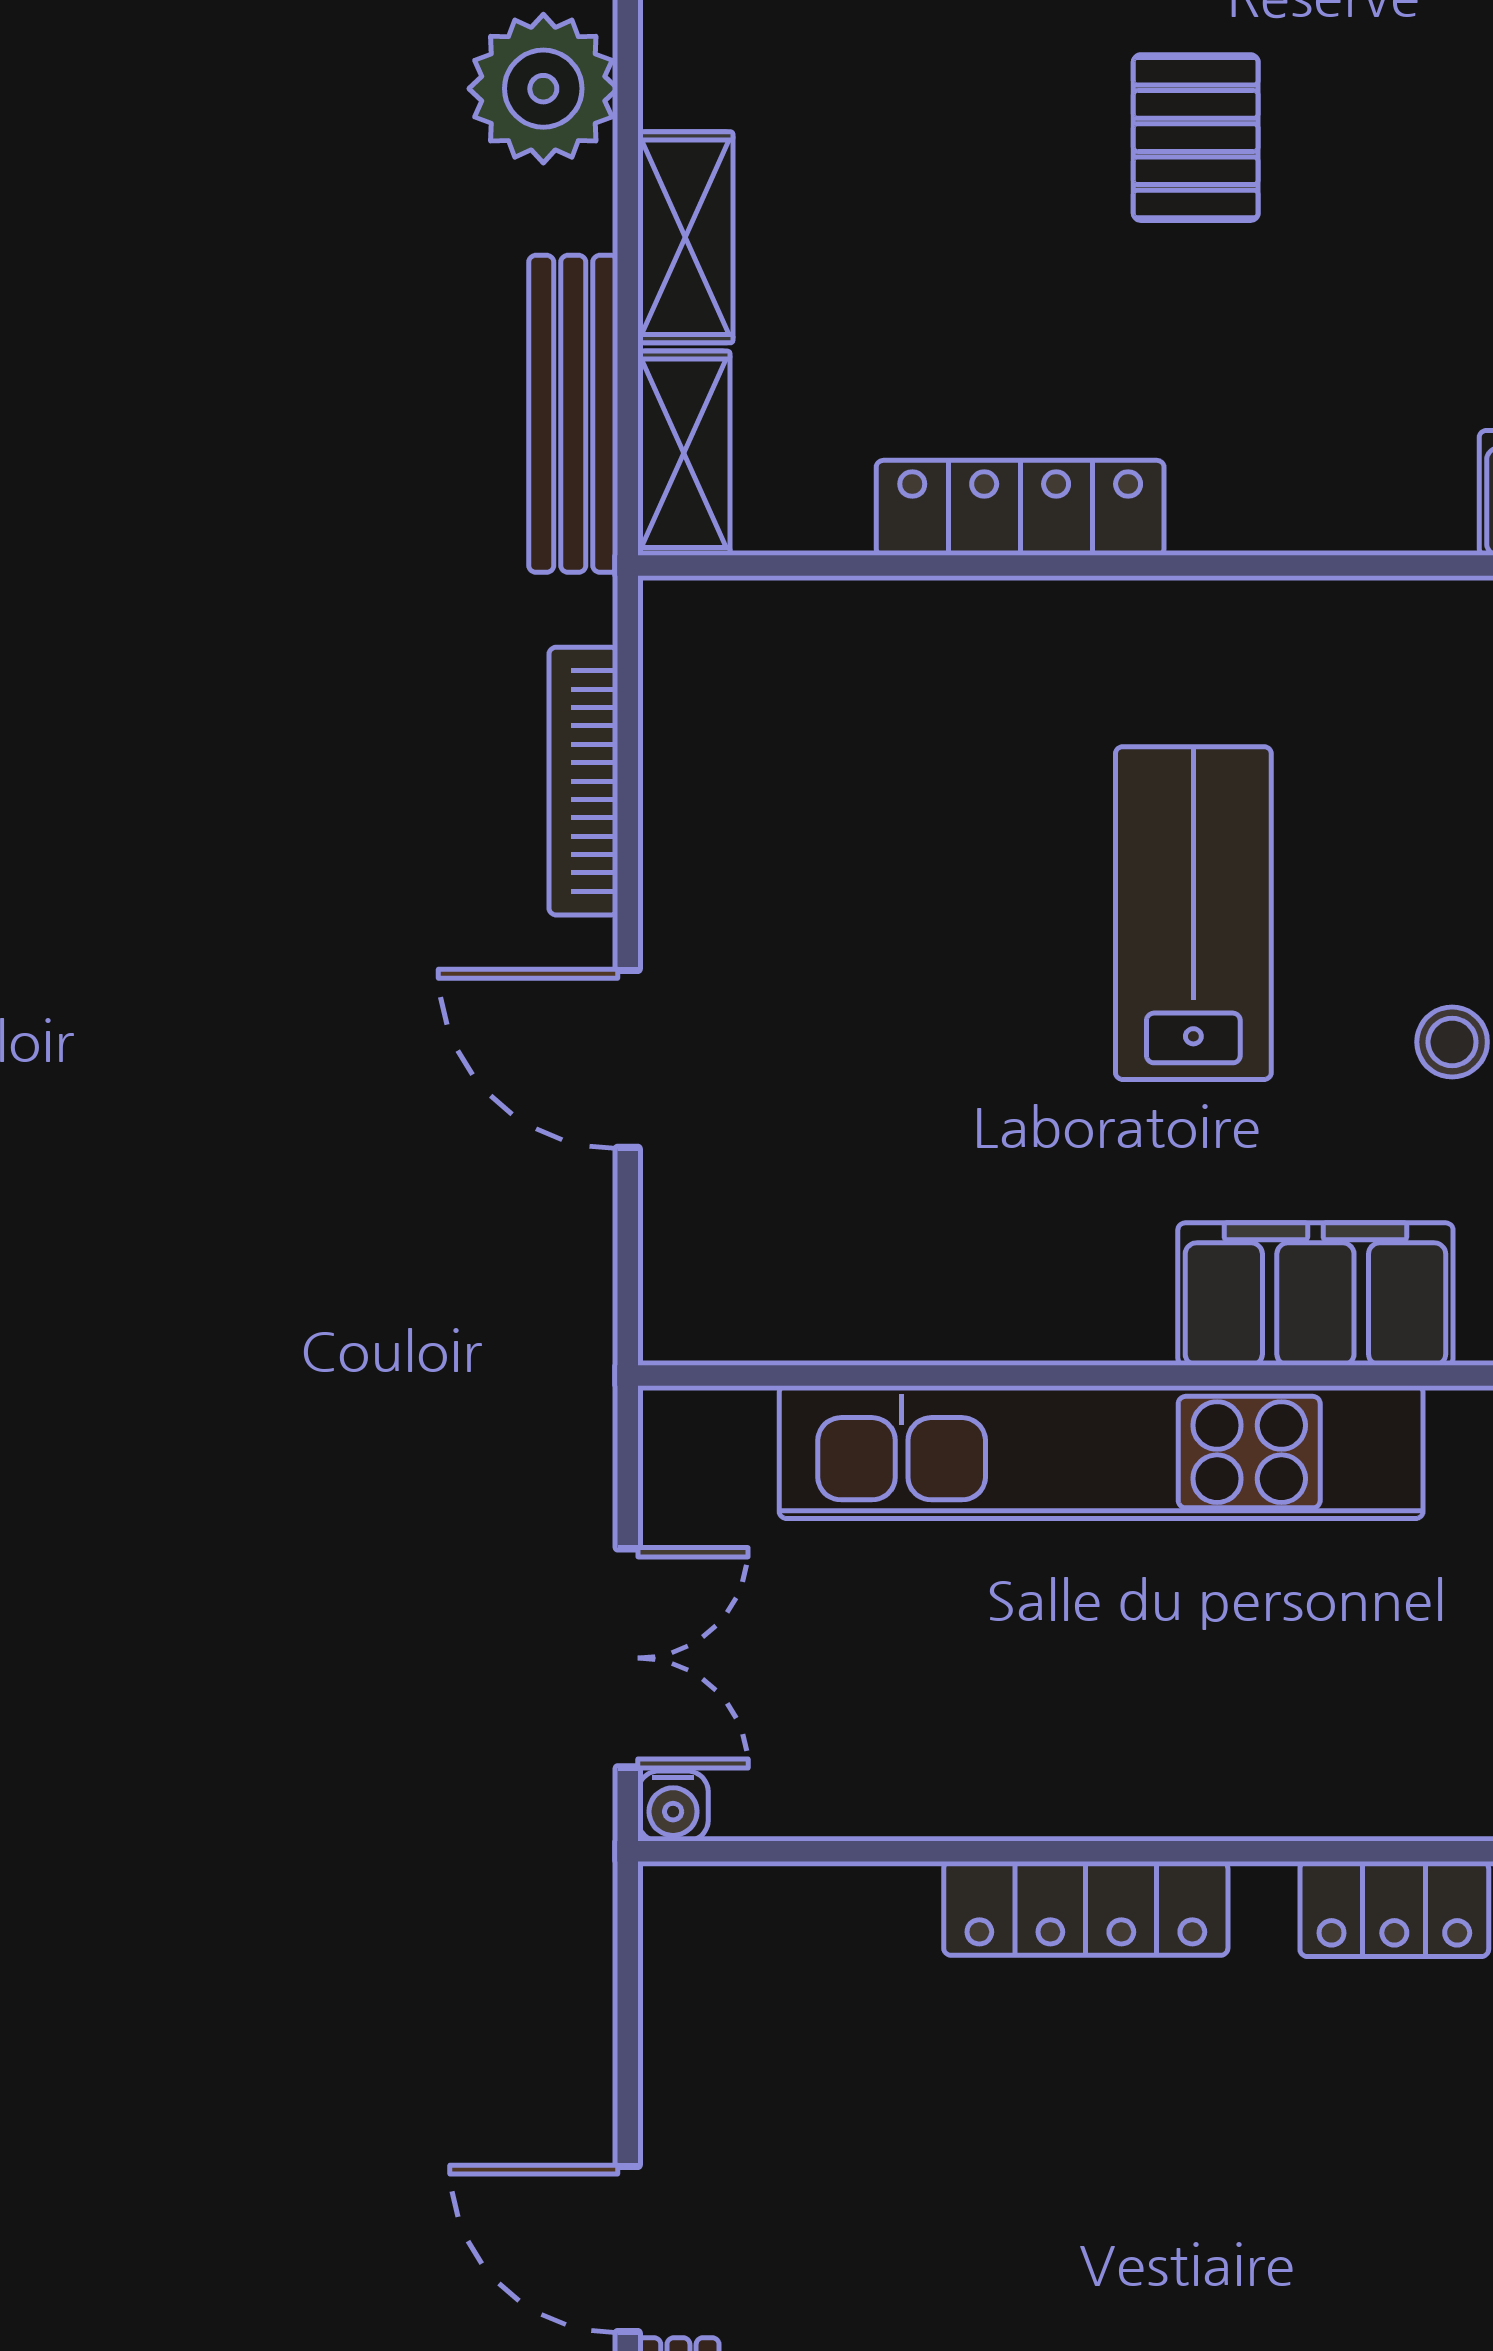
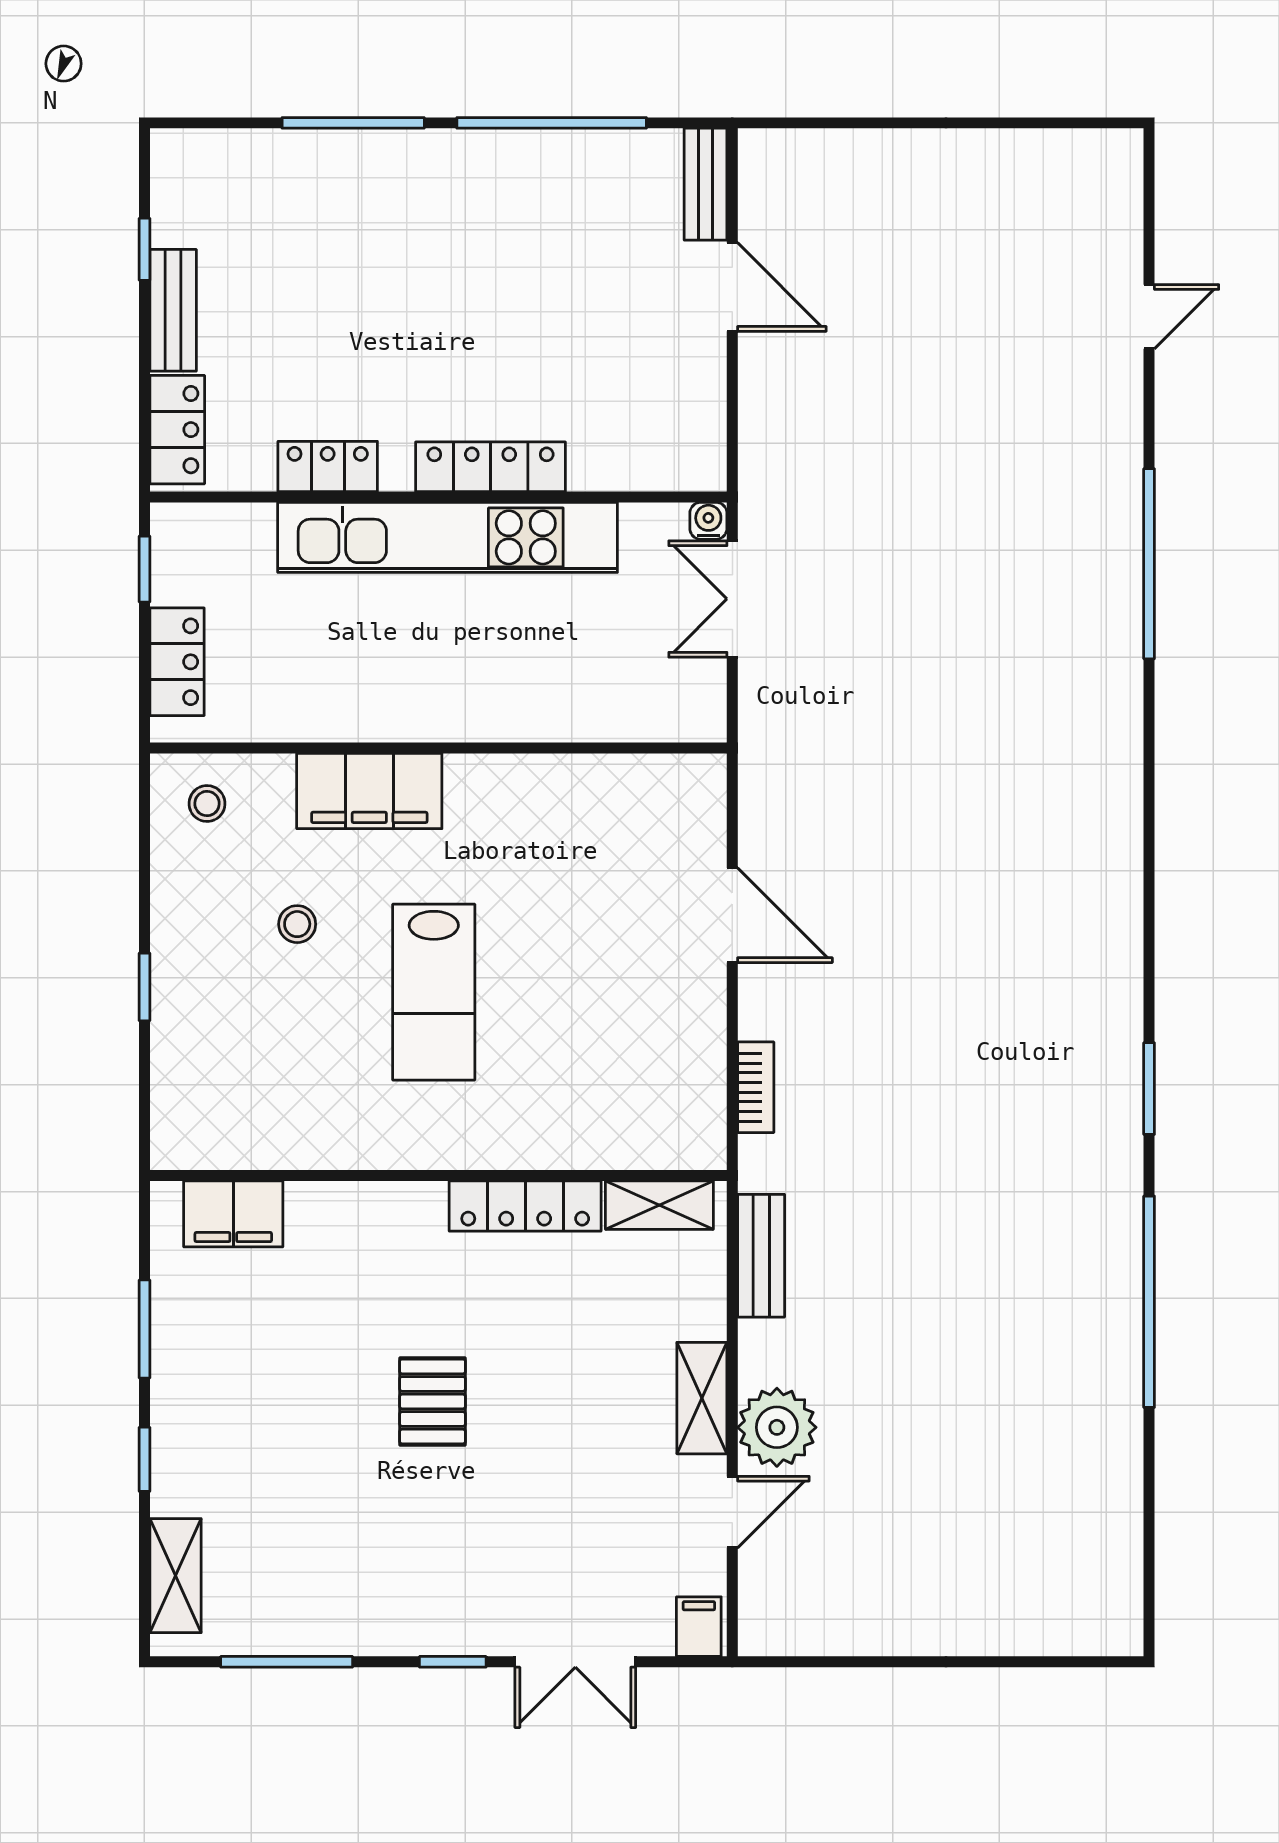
shelving: (685, 237) -> (702, 1398), moved
bench: (573, 414) -> (761, 1256), width x0.73
shelving: (684, 453) -> (659, 1205), moved, turned 90
bookcase: (583, 781) -> (756, 1087), width x0.64
kitchen unit: (1101, 1452) -> (448, 537), moved, turned 180

